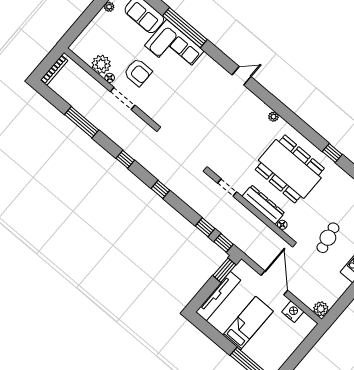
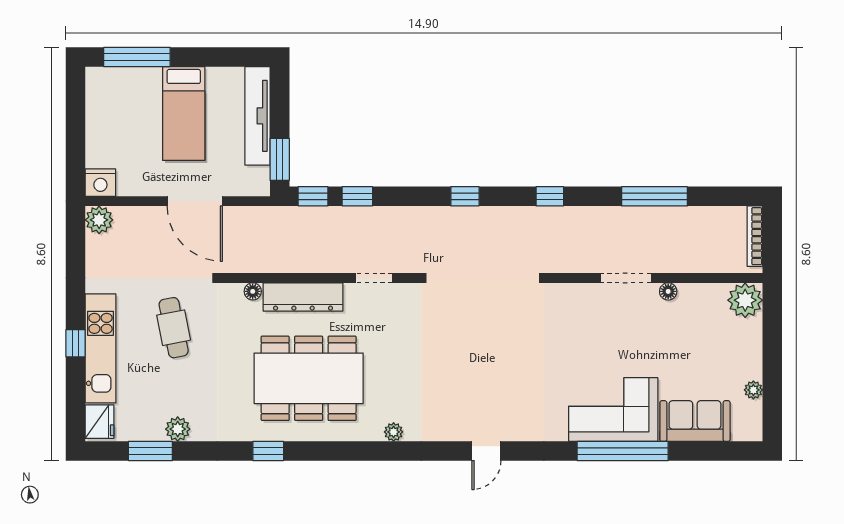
plant: (101, 64) -> (745, 300), moved
armchair: (138, 72) -> (635, 333), removed
nightstand: (293, 312) -> (100, 183), moved

